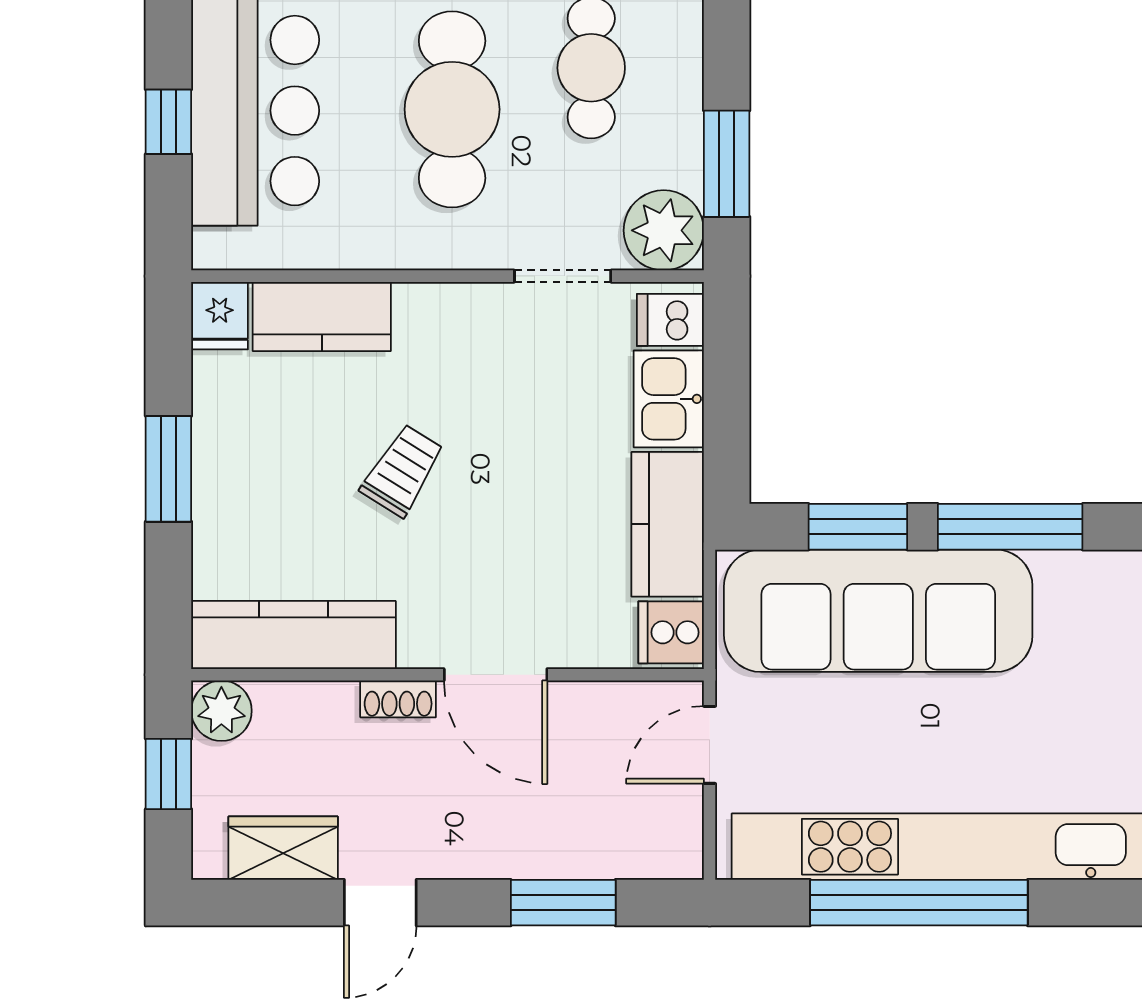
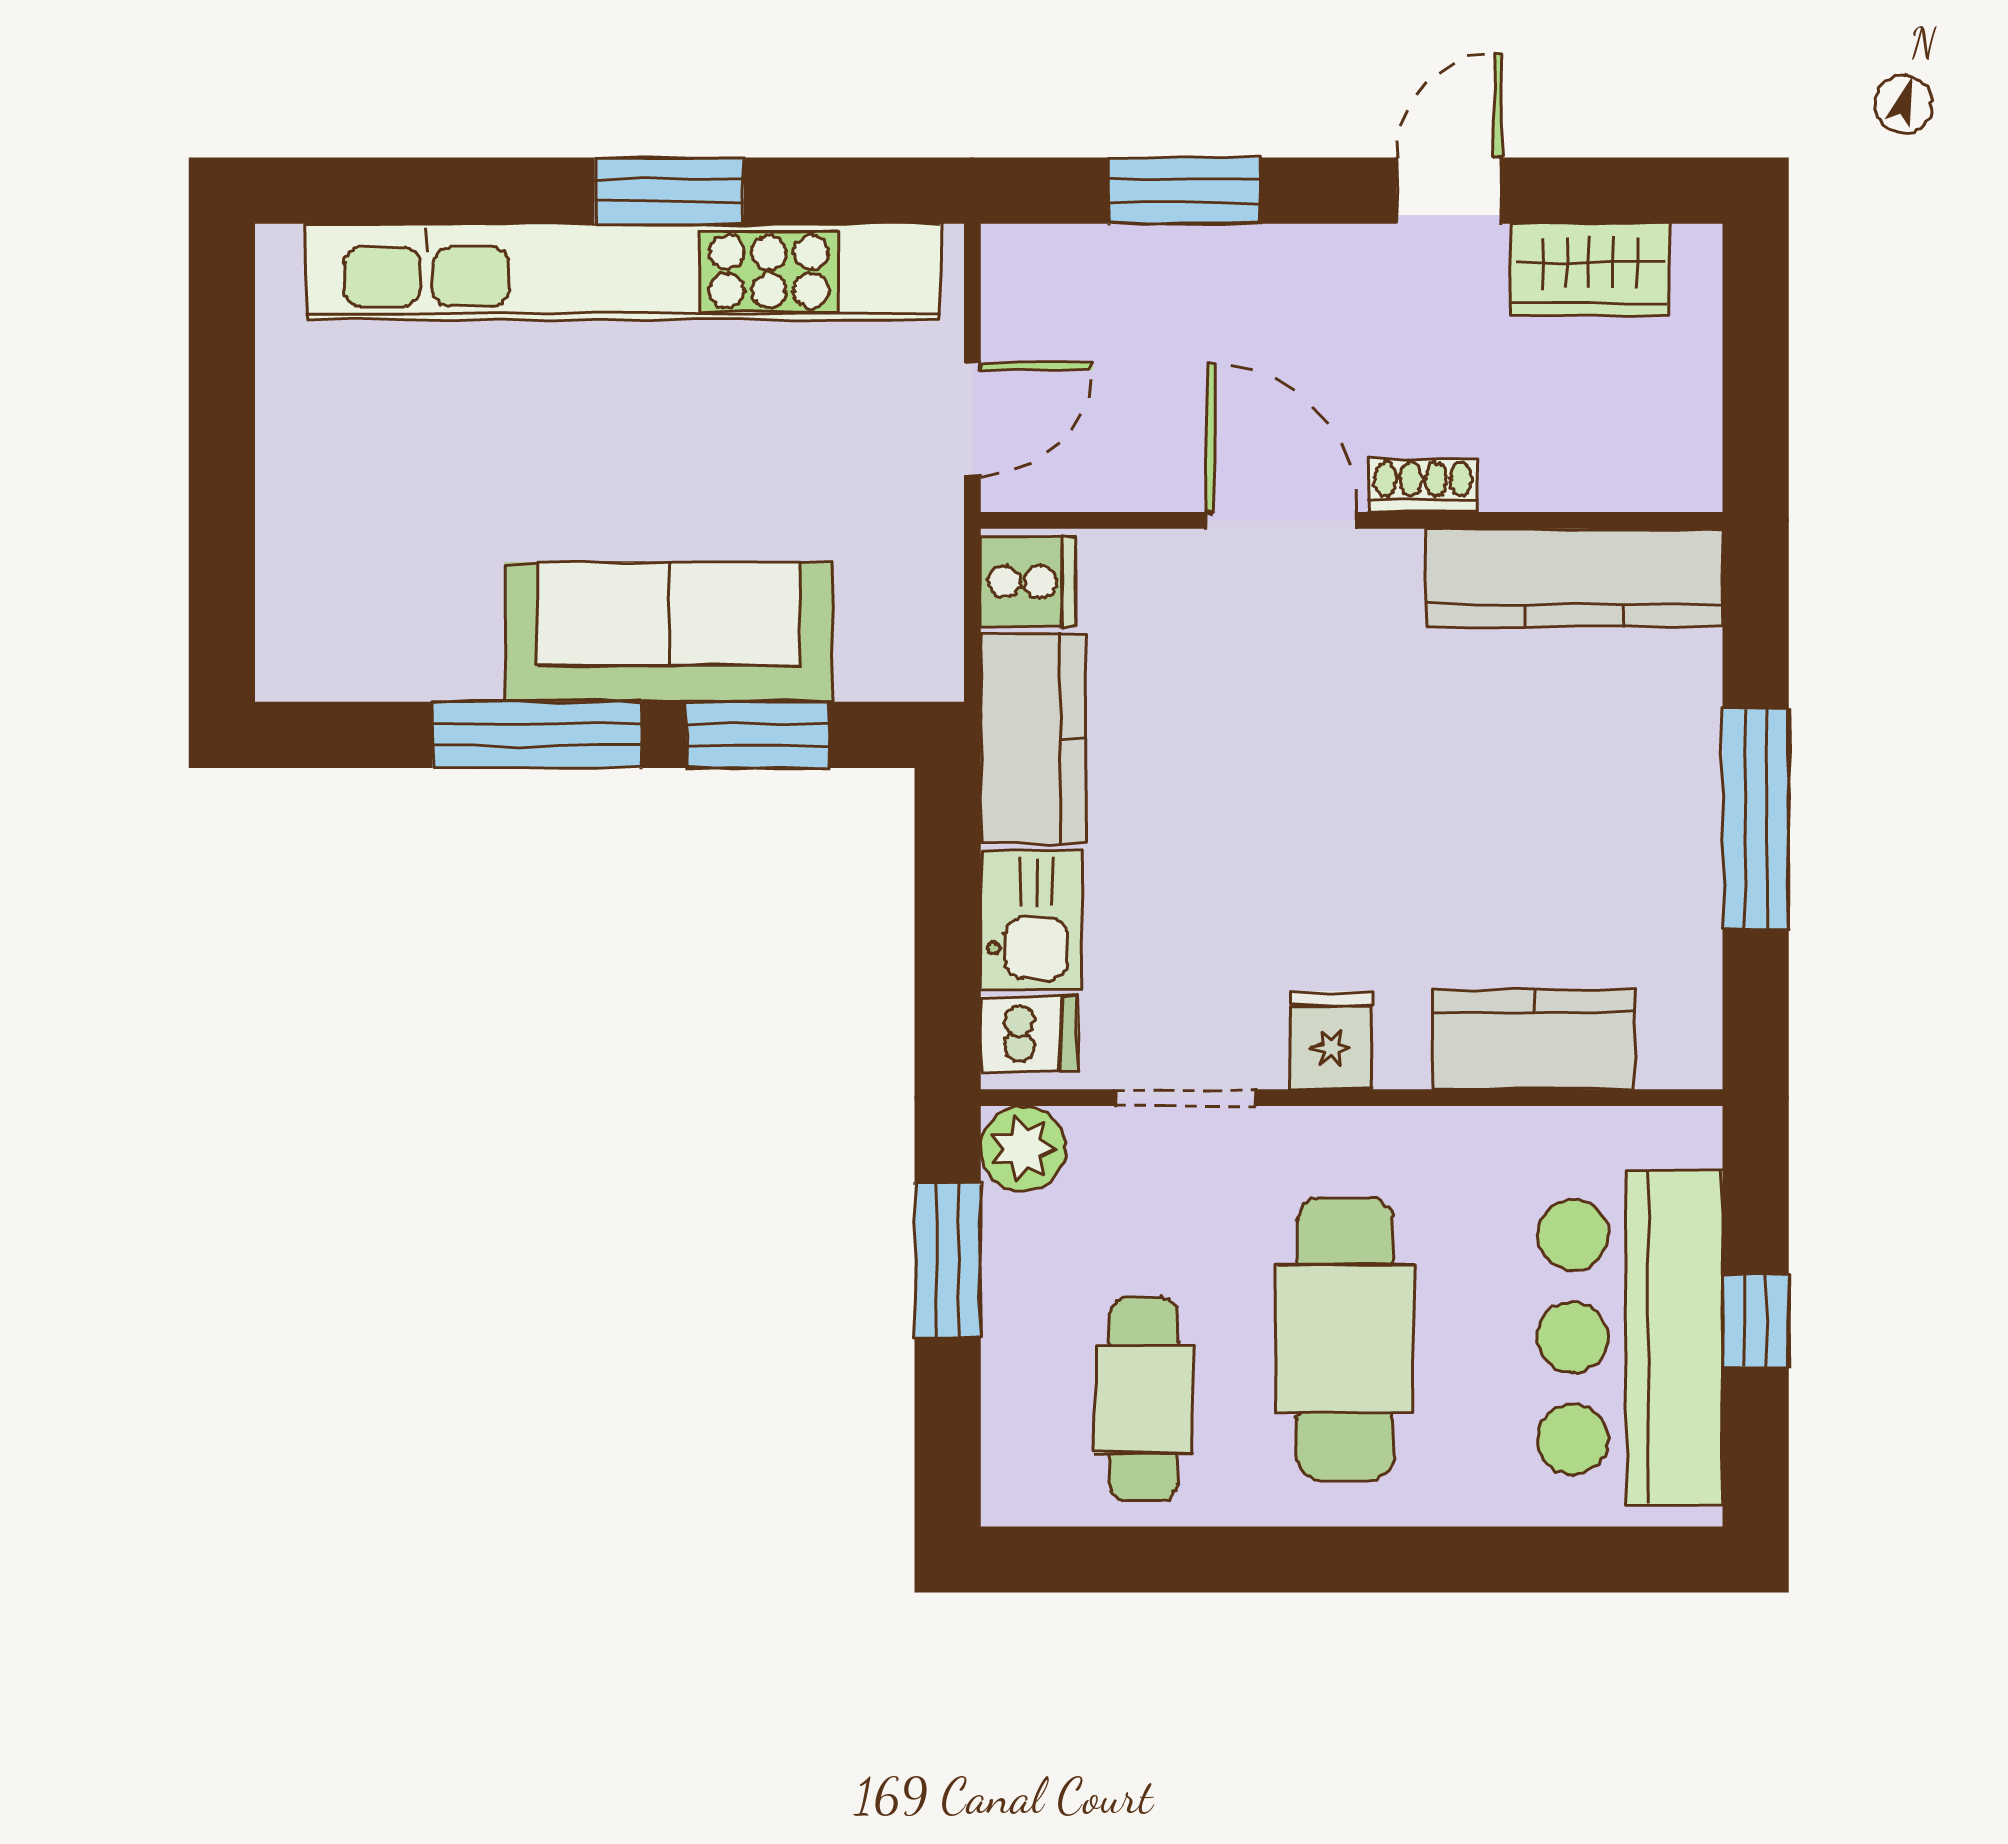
plant: (664, 230) -> (1023, 1149), width x0.73, depth x0.73
fridge: (220, 316) -> (1331, 1040), moved
window: (168, 469) -> (1756, 819), width x1.44
trolley: (402, 470) -> (1417, 816), removed
sofa: (878, 611) -> (669, 632), width x0.74, depth x0.79
plant: (221, 711) -> (1679, 468), removed
window: (168, 774) -> (1756, 377), removed
window: (919, 903) -> (669, 191), width x0.47

